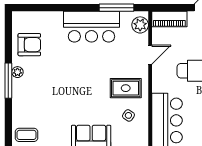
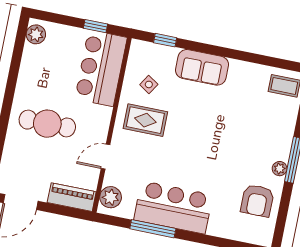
window: (117, 8) -> (153, 229), moved
armchair: (29, 45) -> (257, 201), turned -90

